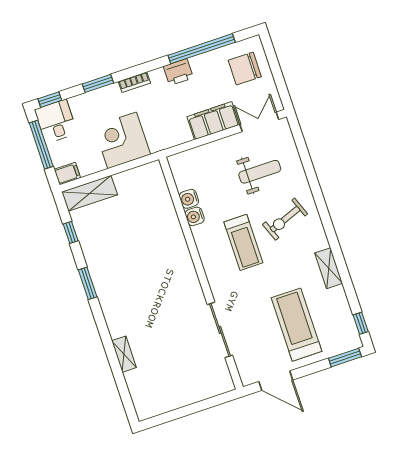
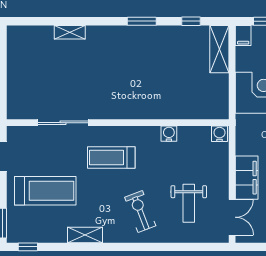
water cooler: (189, 199) -> (220, 134), moved
treadmill: (243, 242) -> (111, 158), moved

